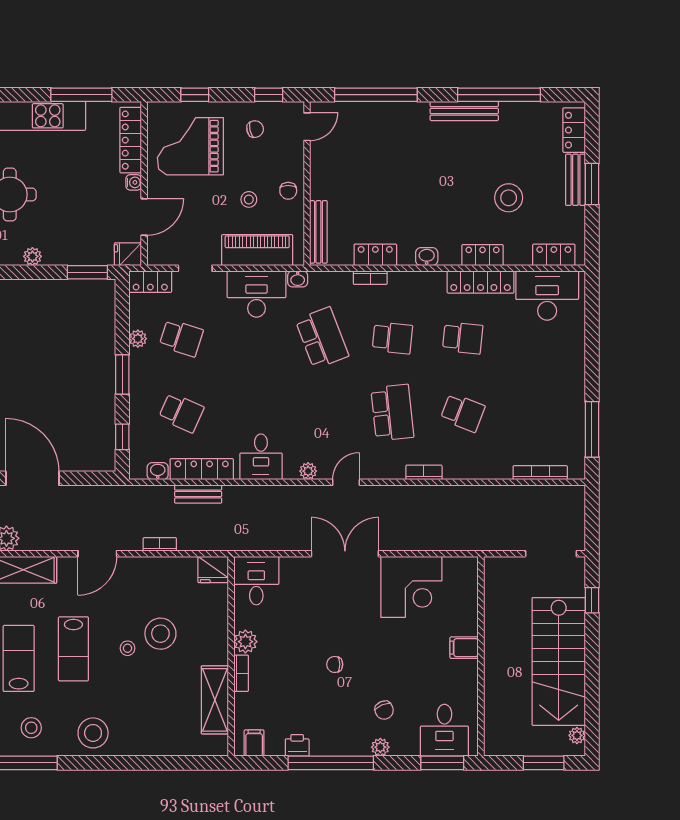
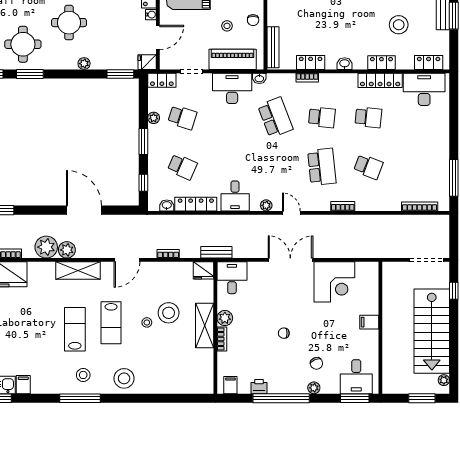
door: (346, 482) -> (291, 213), hinge flipped
bench: (198, 494) -> (216, 252), moved
shelving: (215, 700) -> (205, 326), moved

